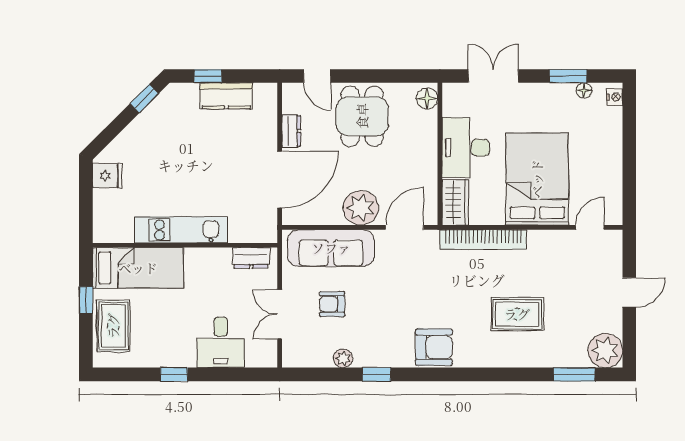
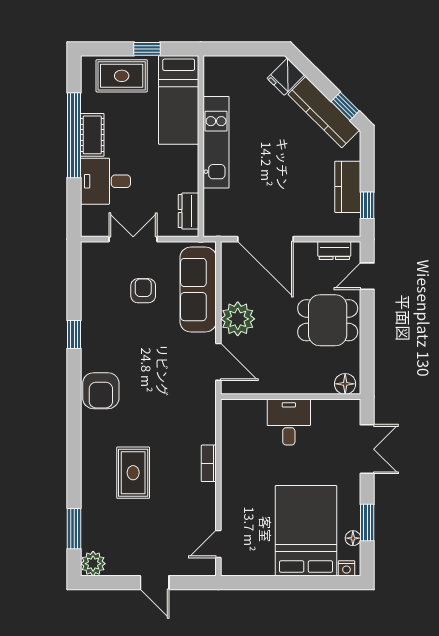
window: (208, 76) -> (367, 205), moved
kitchen counter: (150, 120) -> (324, 112), added
dresser: (291, 131) -> (334, 251), moved
desk: (466, 148) -> (289, 422), width x0.73
fridge: (107, 176) -> (286, 77), moved, turned 45
bed: (537, 179) -> (306, 531), moved, turned -90
wardrobe: (455, 202) -> (243, 412), removed
door: (590, 227) -> (218, 544), swing flipped
bookcase: (483, 240) -> (209, 463), width x0.43, depth x0.76
plant: (605, 350) -> (93, 564), width x0.73, depth x0.73
cot: (174, 356) -> (92, 135), added
plant: (343, 358) -> (90, 301), removed
window: (174, 374) -> (74, 135), width x3.17

